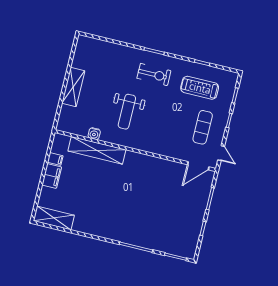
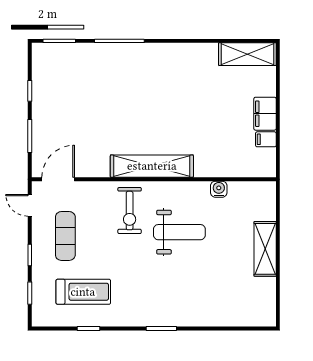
exercise bike: (154, 75) -> (130, 211), moved, turned -90
weight bench: (127, 112) -> (179, 232), turned 90
shelving: (97, 150) -> (152, 166), moved

